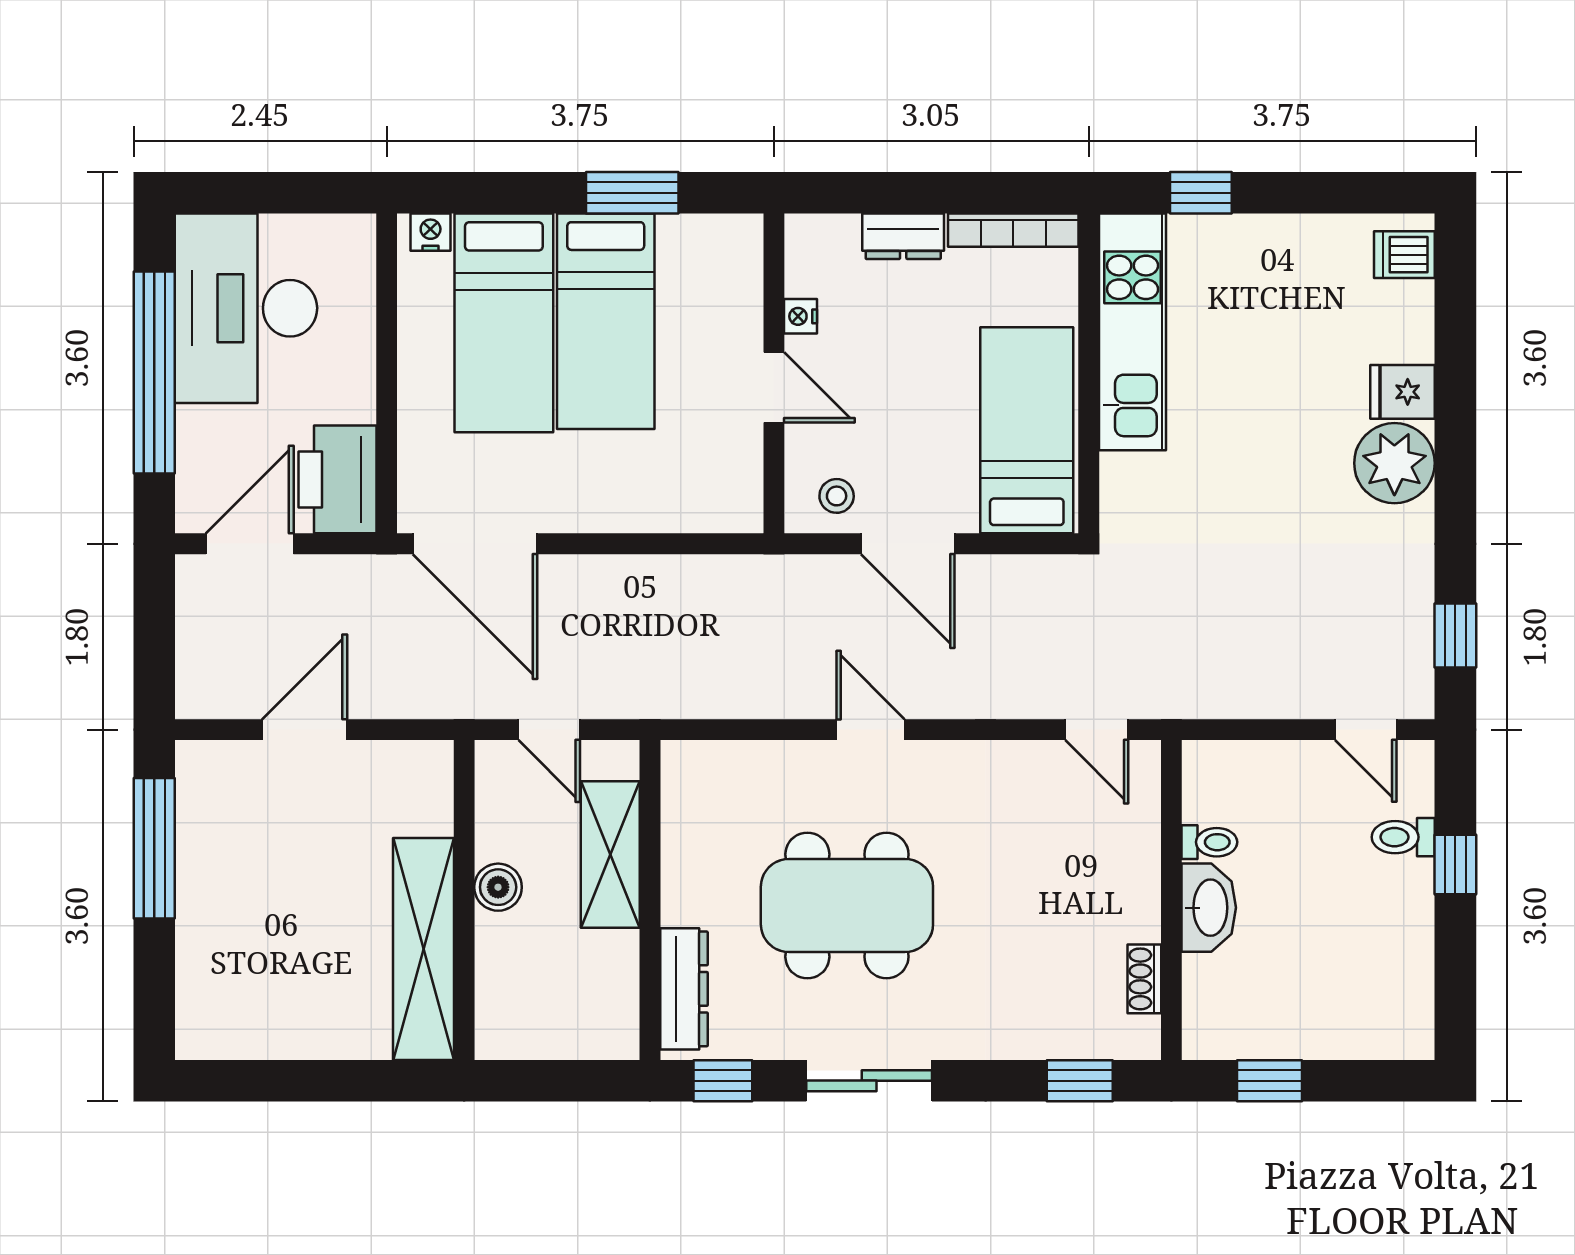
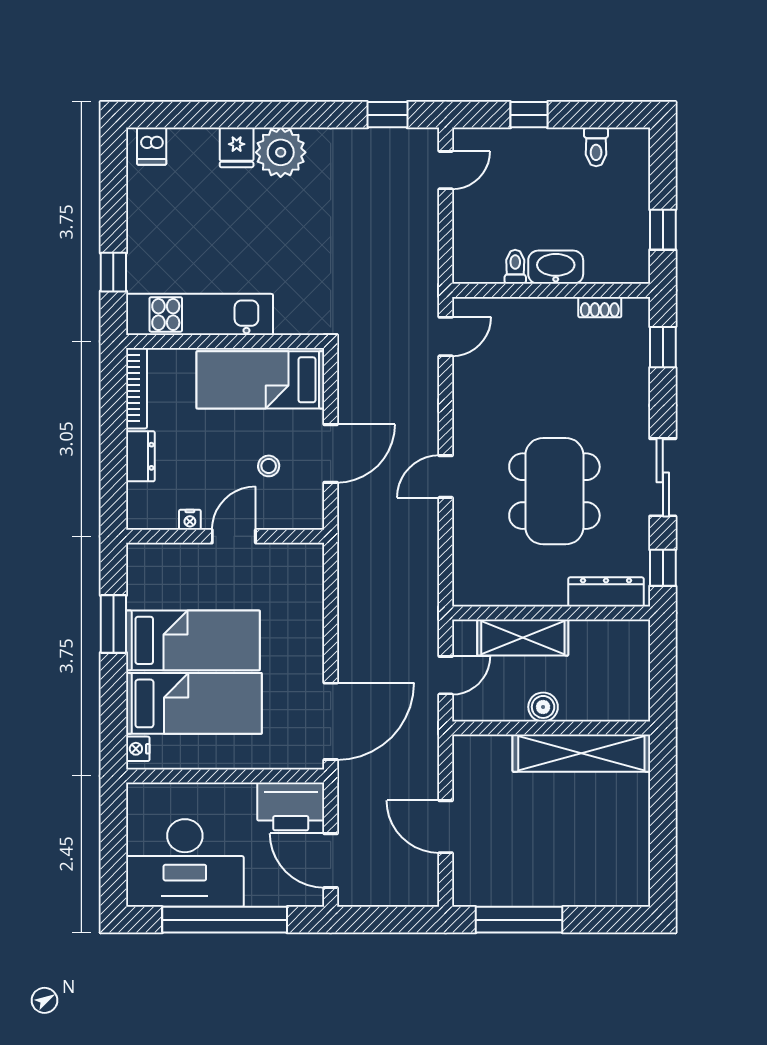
stool: (837, 496) -> (269, 466), moved
toilet: (1403, 837) -> (596, 147), moved

